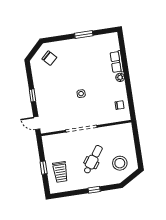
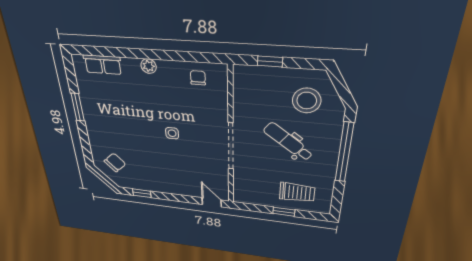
row of seats: (117, 62) -> (103, 65), moved
window: (32, 95) -> (142, 193), moved
door: (37, 123) -> (212, 202), swing flipped
window: (137, 141) -> (270, 61), added
window: (94, 190) -> (344, 153), width x3.17

